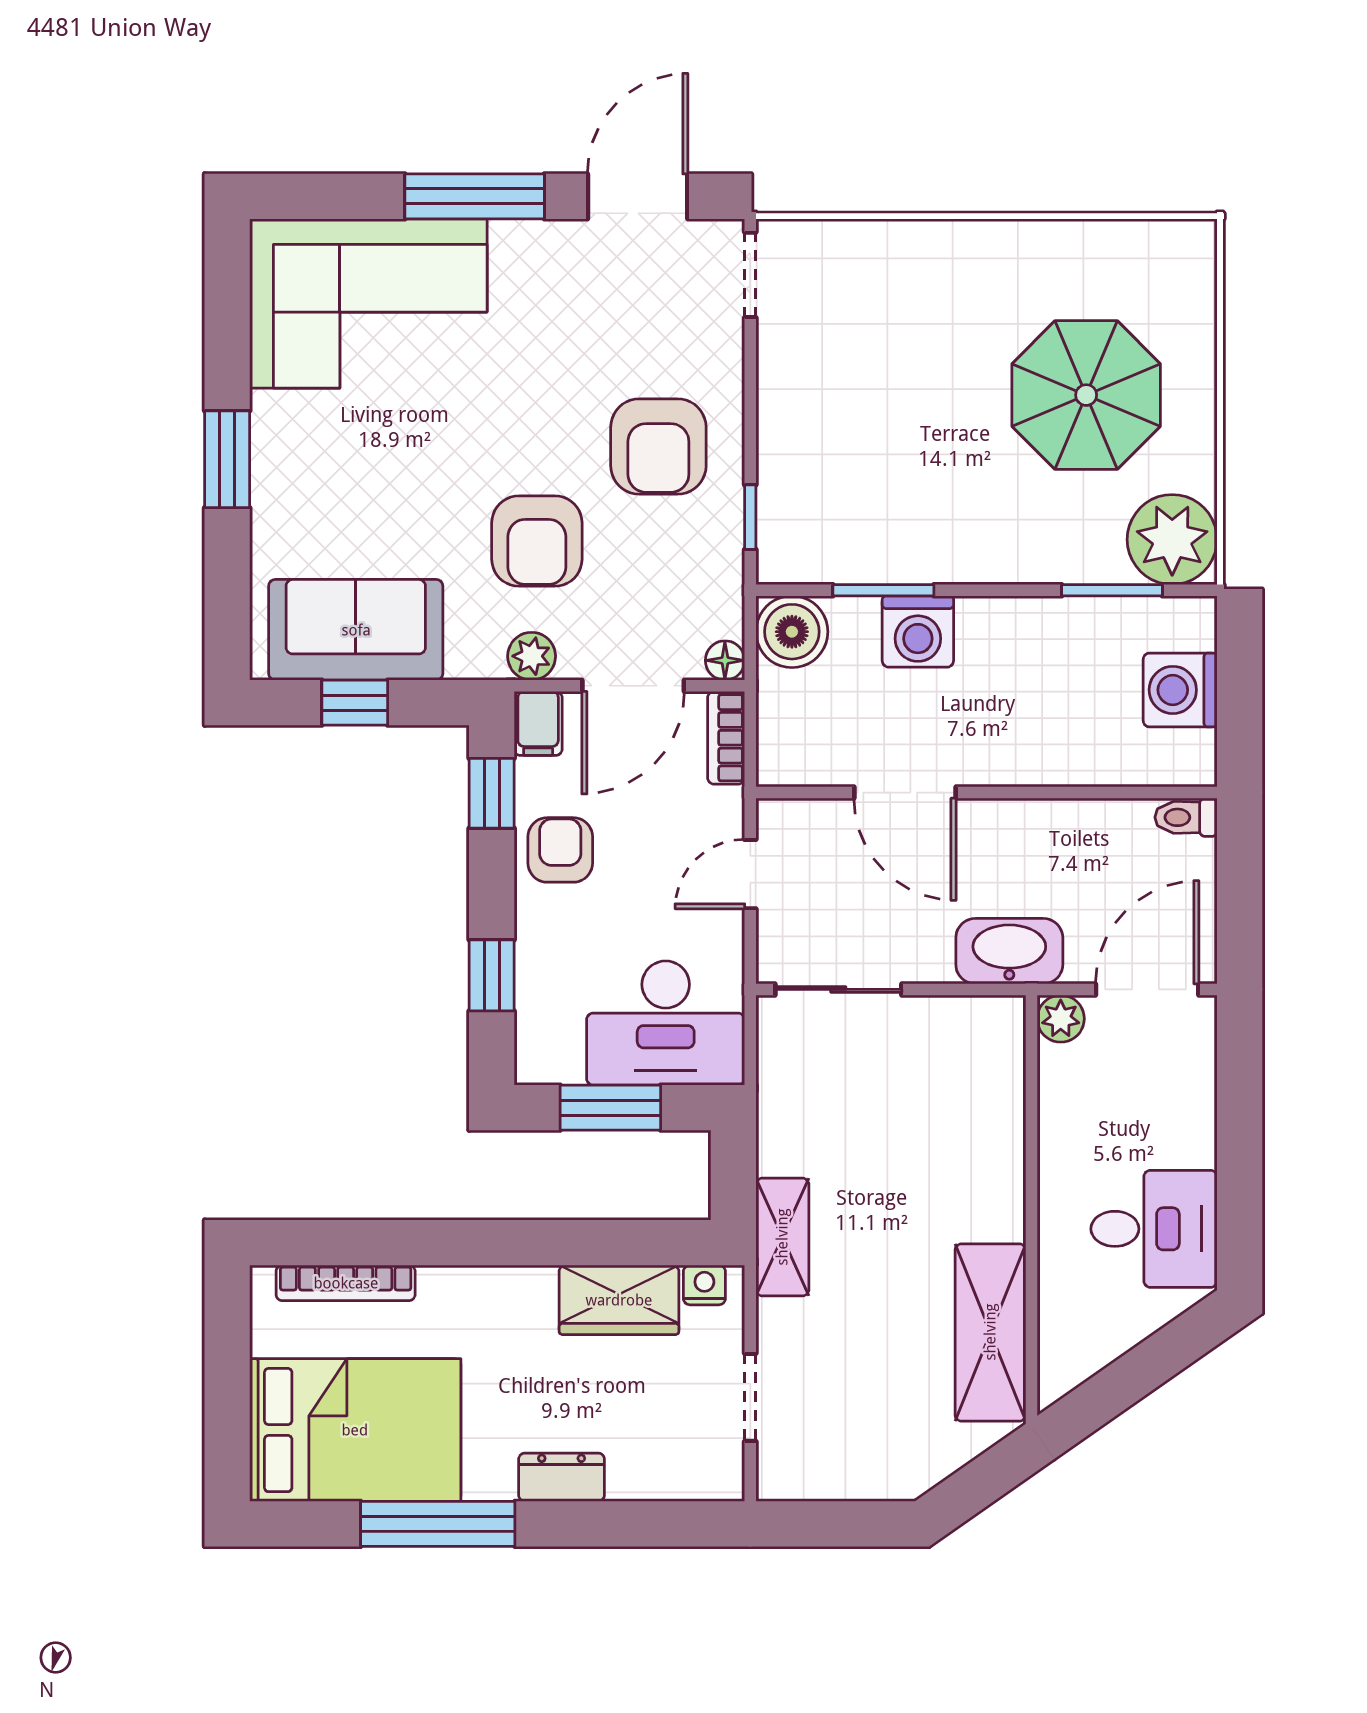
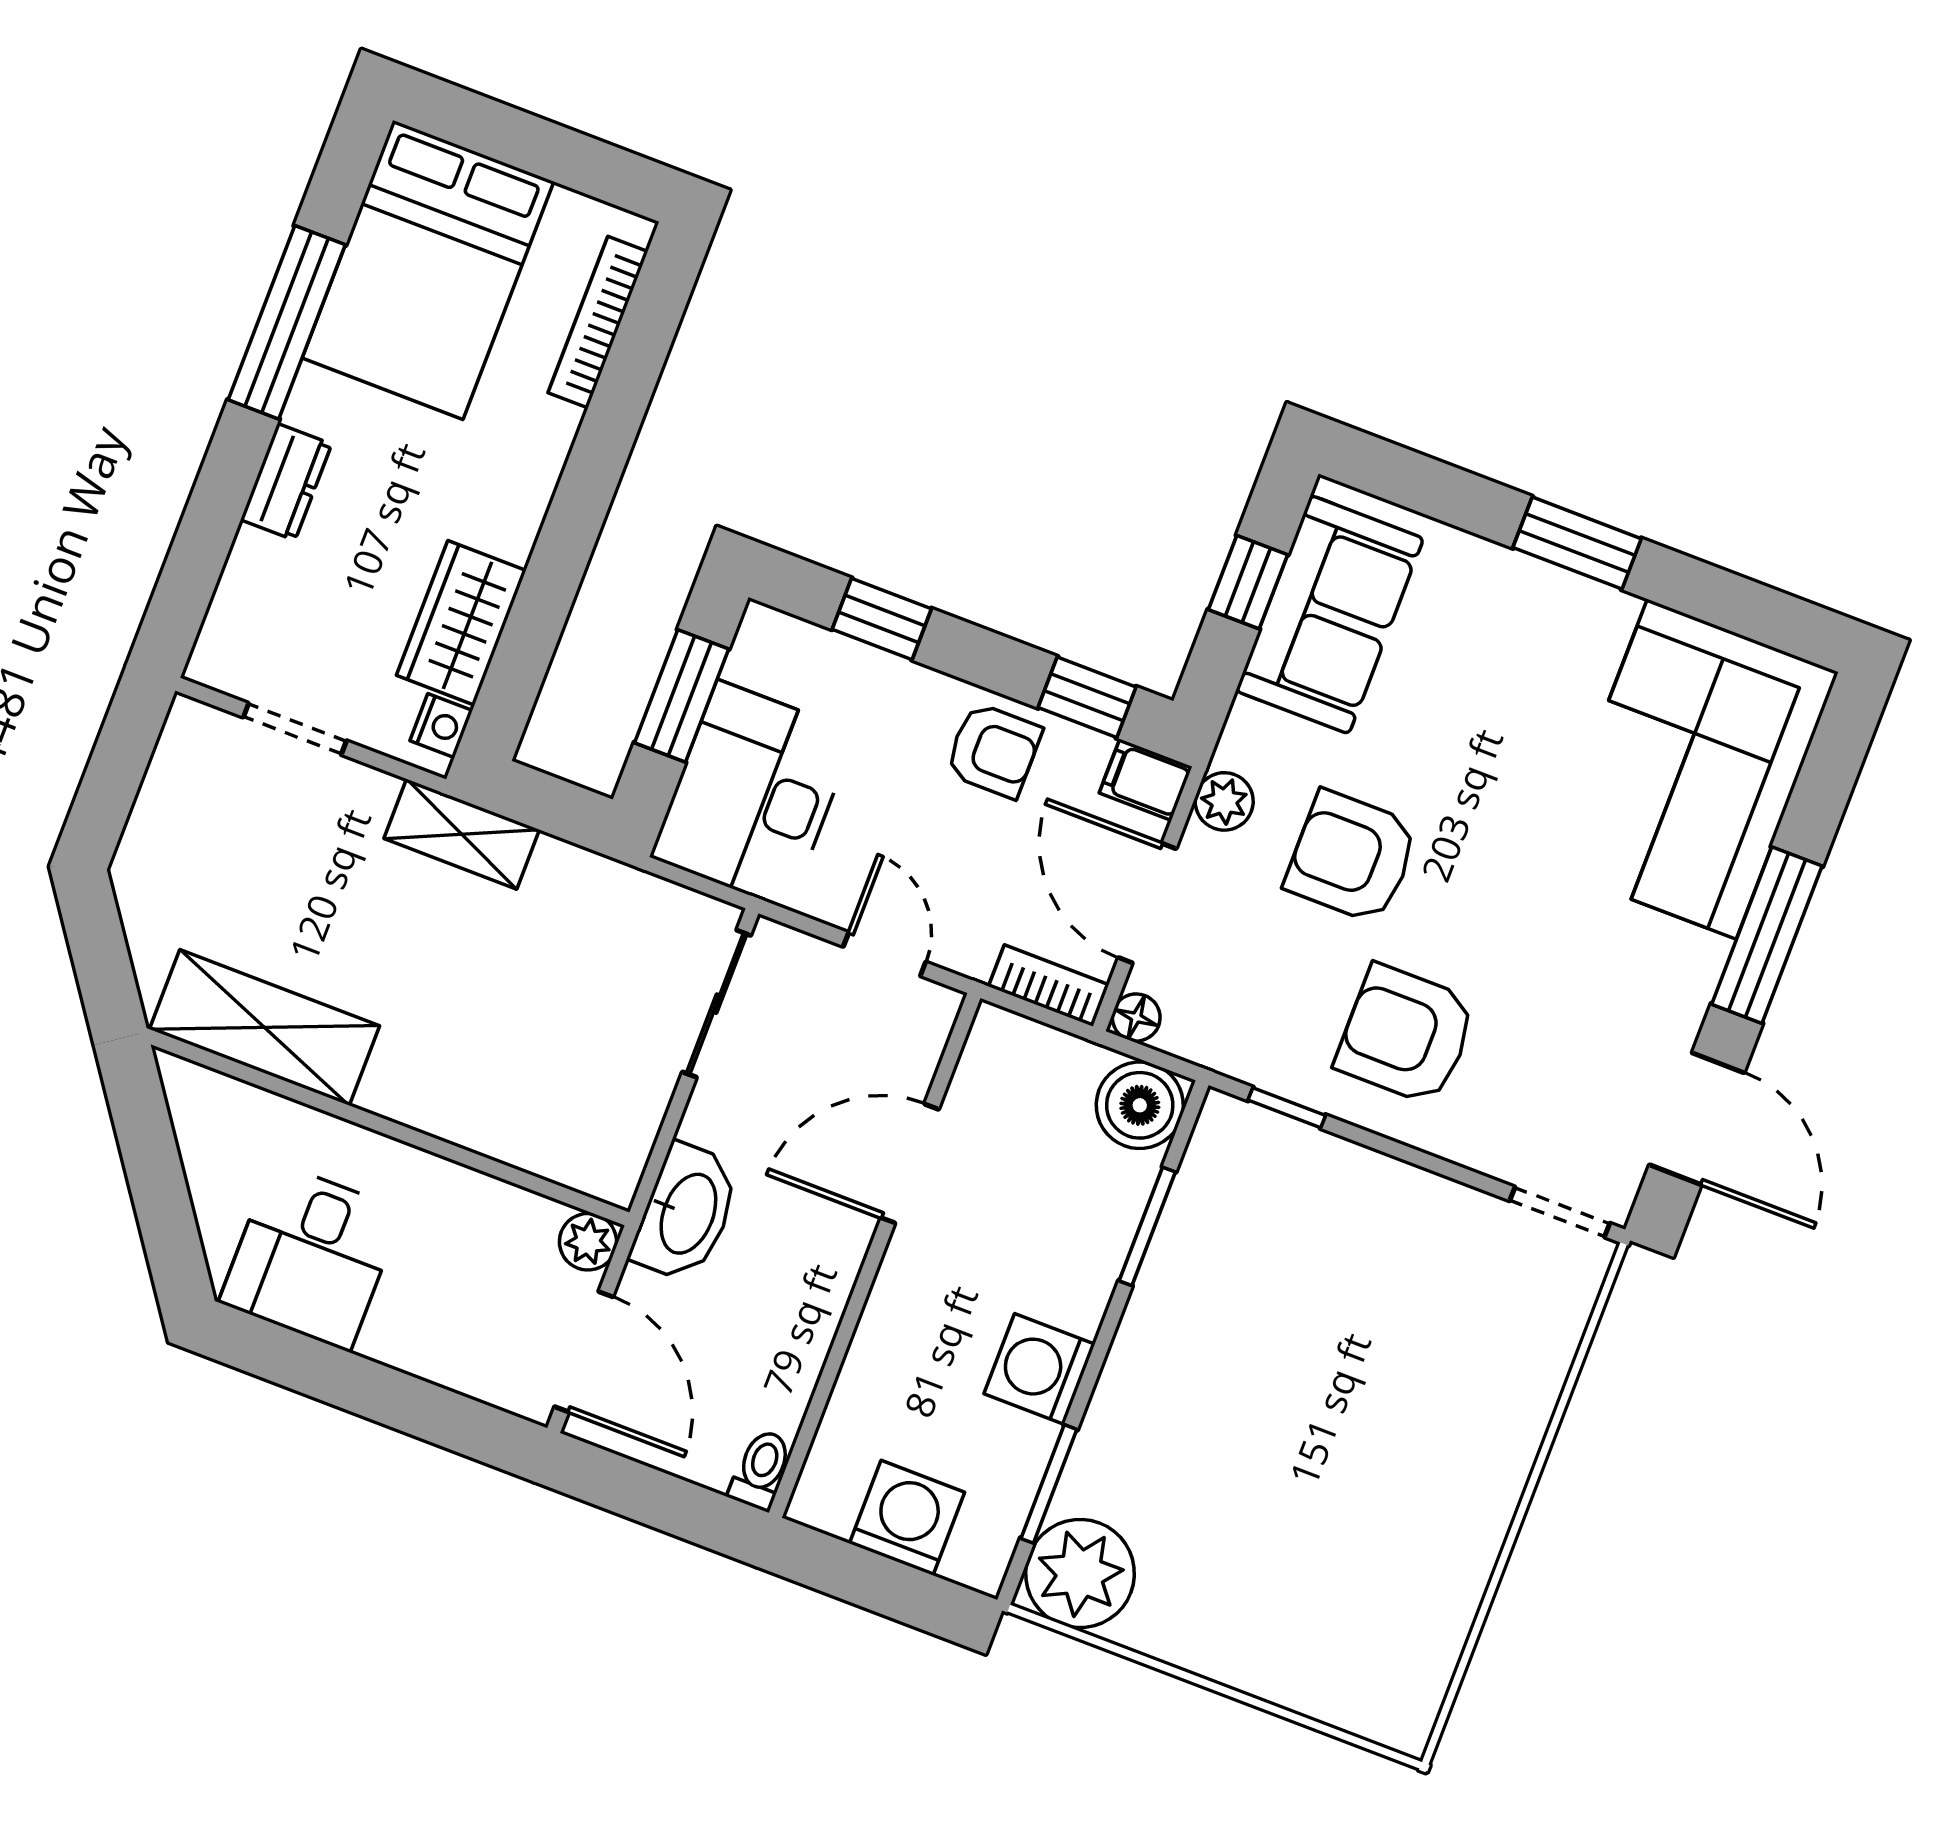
parasol: (1086, 395) -> (1280, 1539), removed
washing machine: (918, 631) -> (1039, 1369), moved

